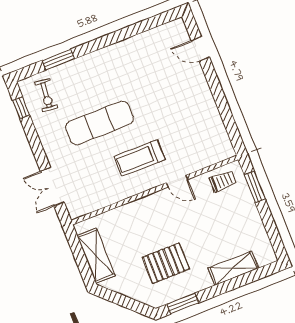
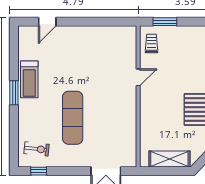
window: (58, 60) -> (14, 93), moved
treadmill: (139, 158) -> (29, 79), moved

